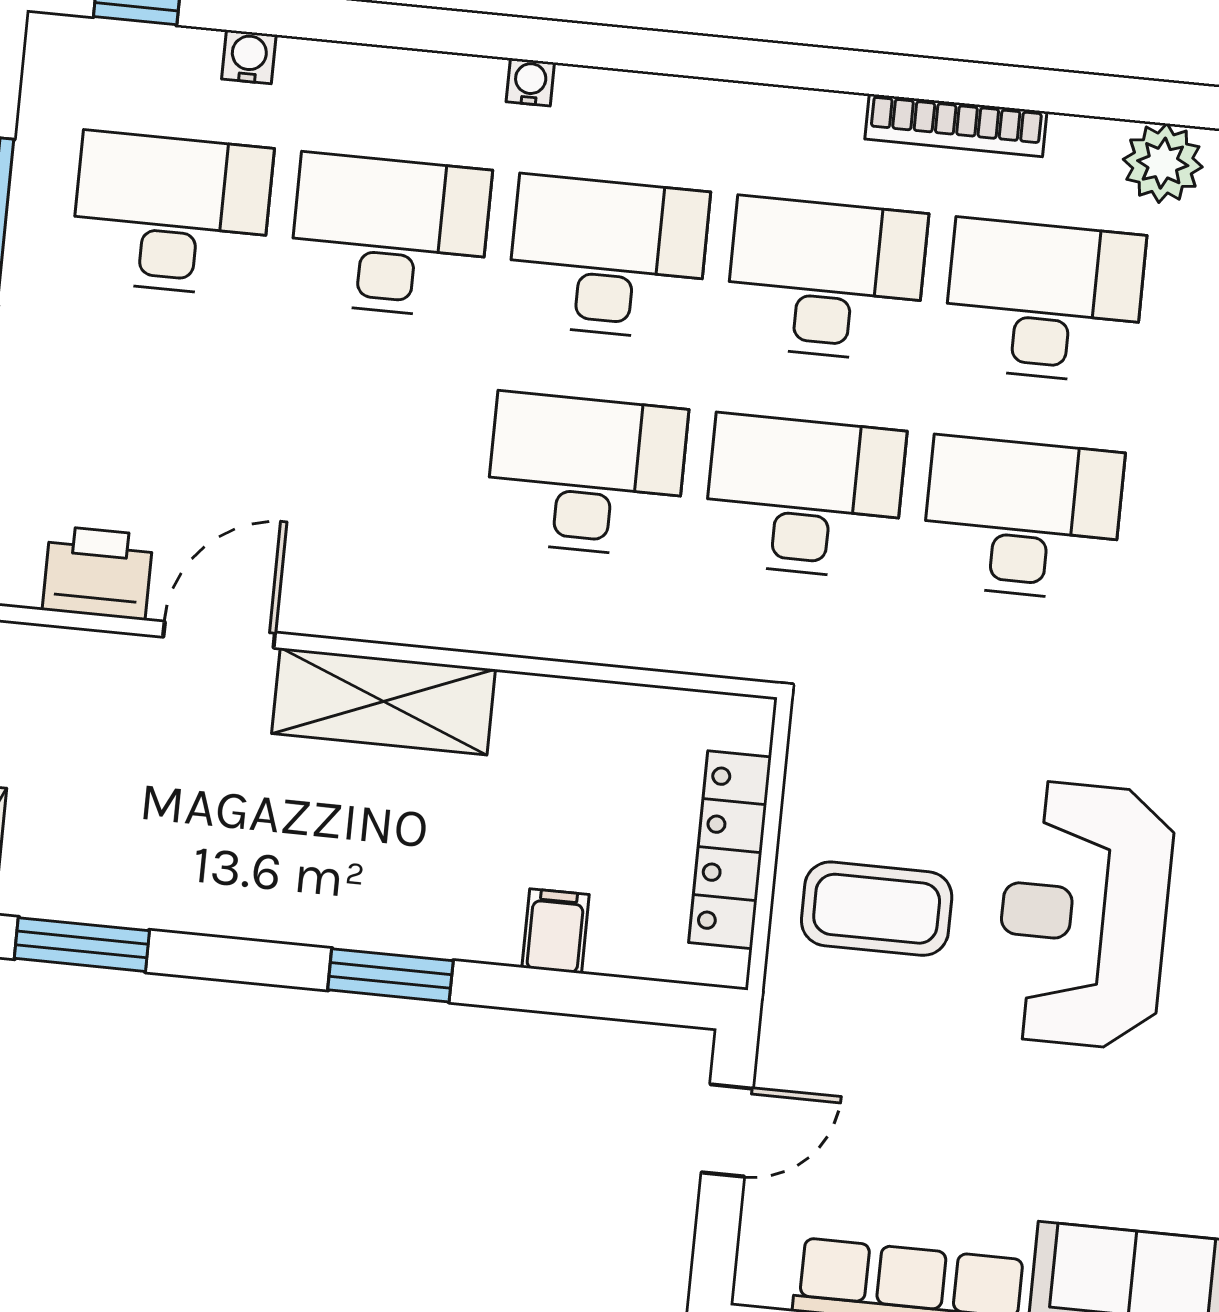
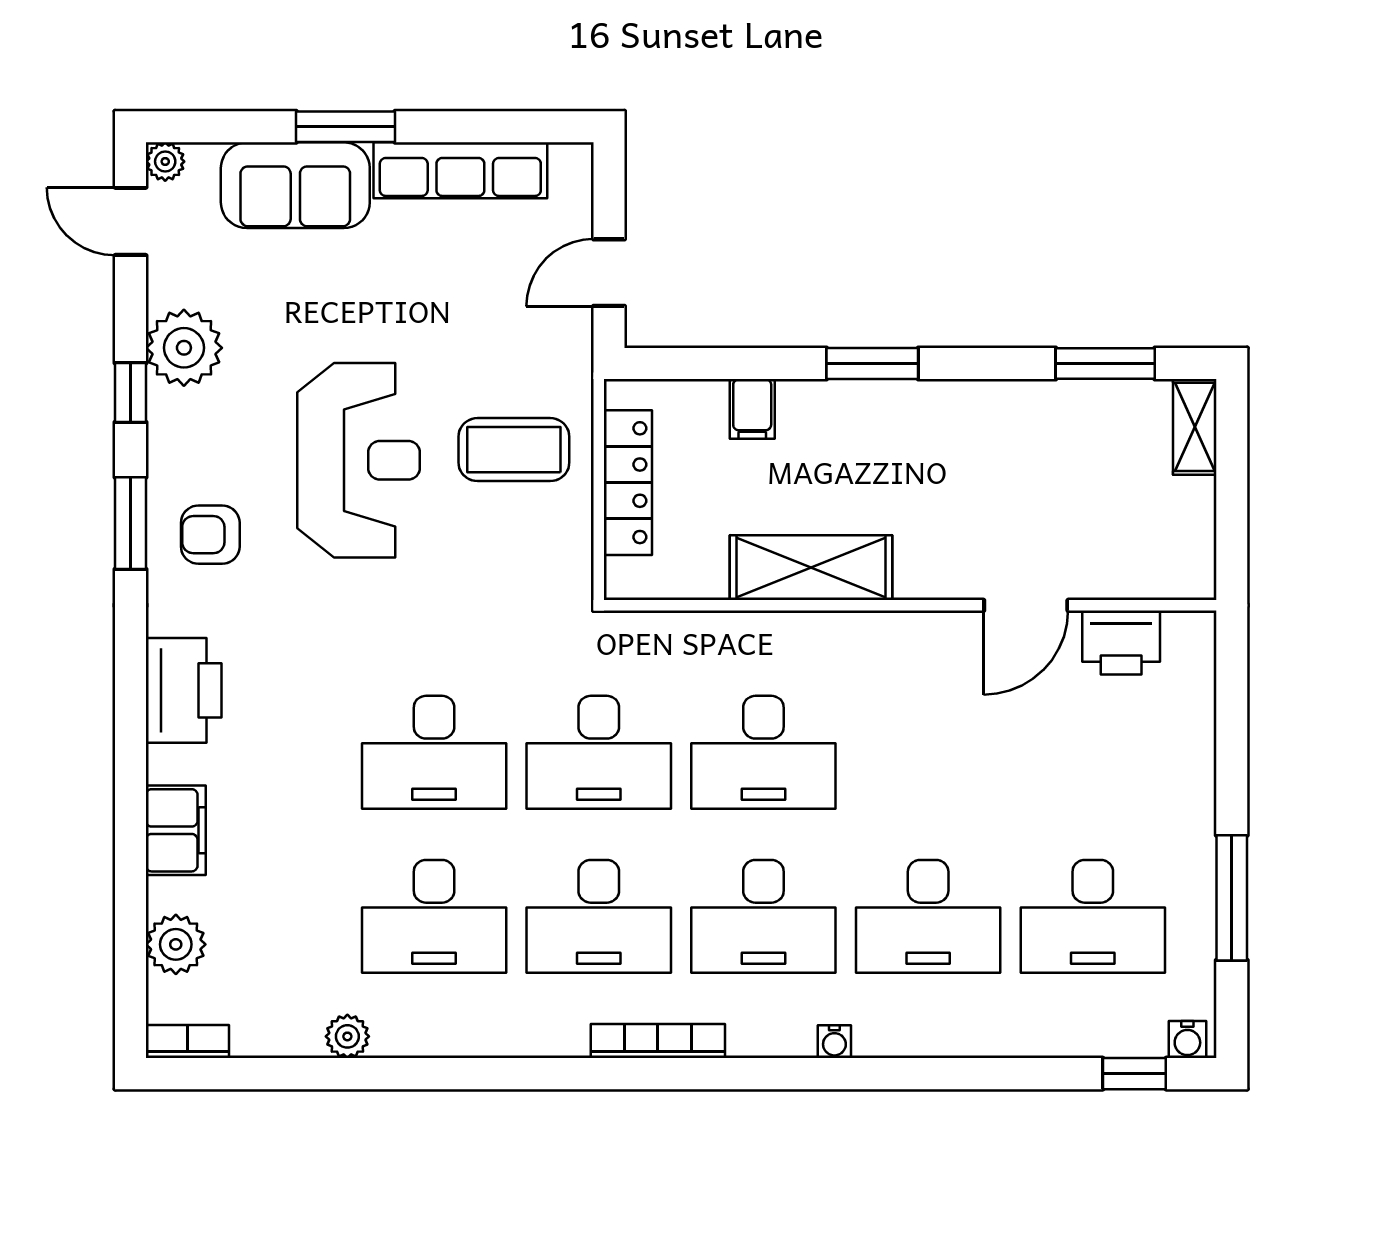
water cooler: (249, 57) -> (1187, 1040), moved
bookcase: (956, 125) -> (658, 1041), moved
plant: (1163, 163) -> (347, 1036), width x0.73, depth x0.73
shelving: (384, 701) -> (811, 568), moved

